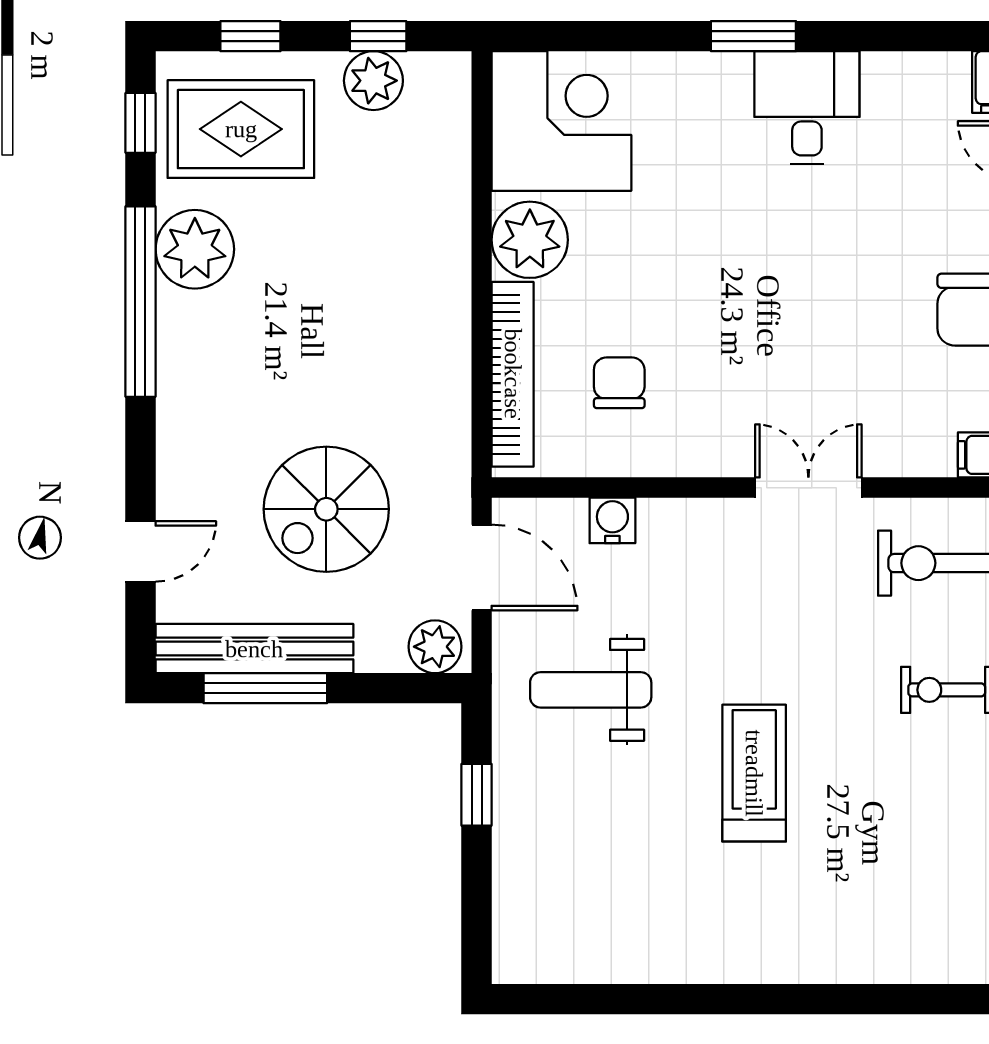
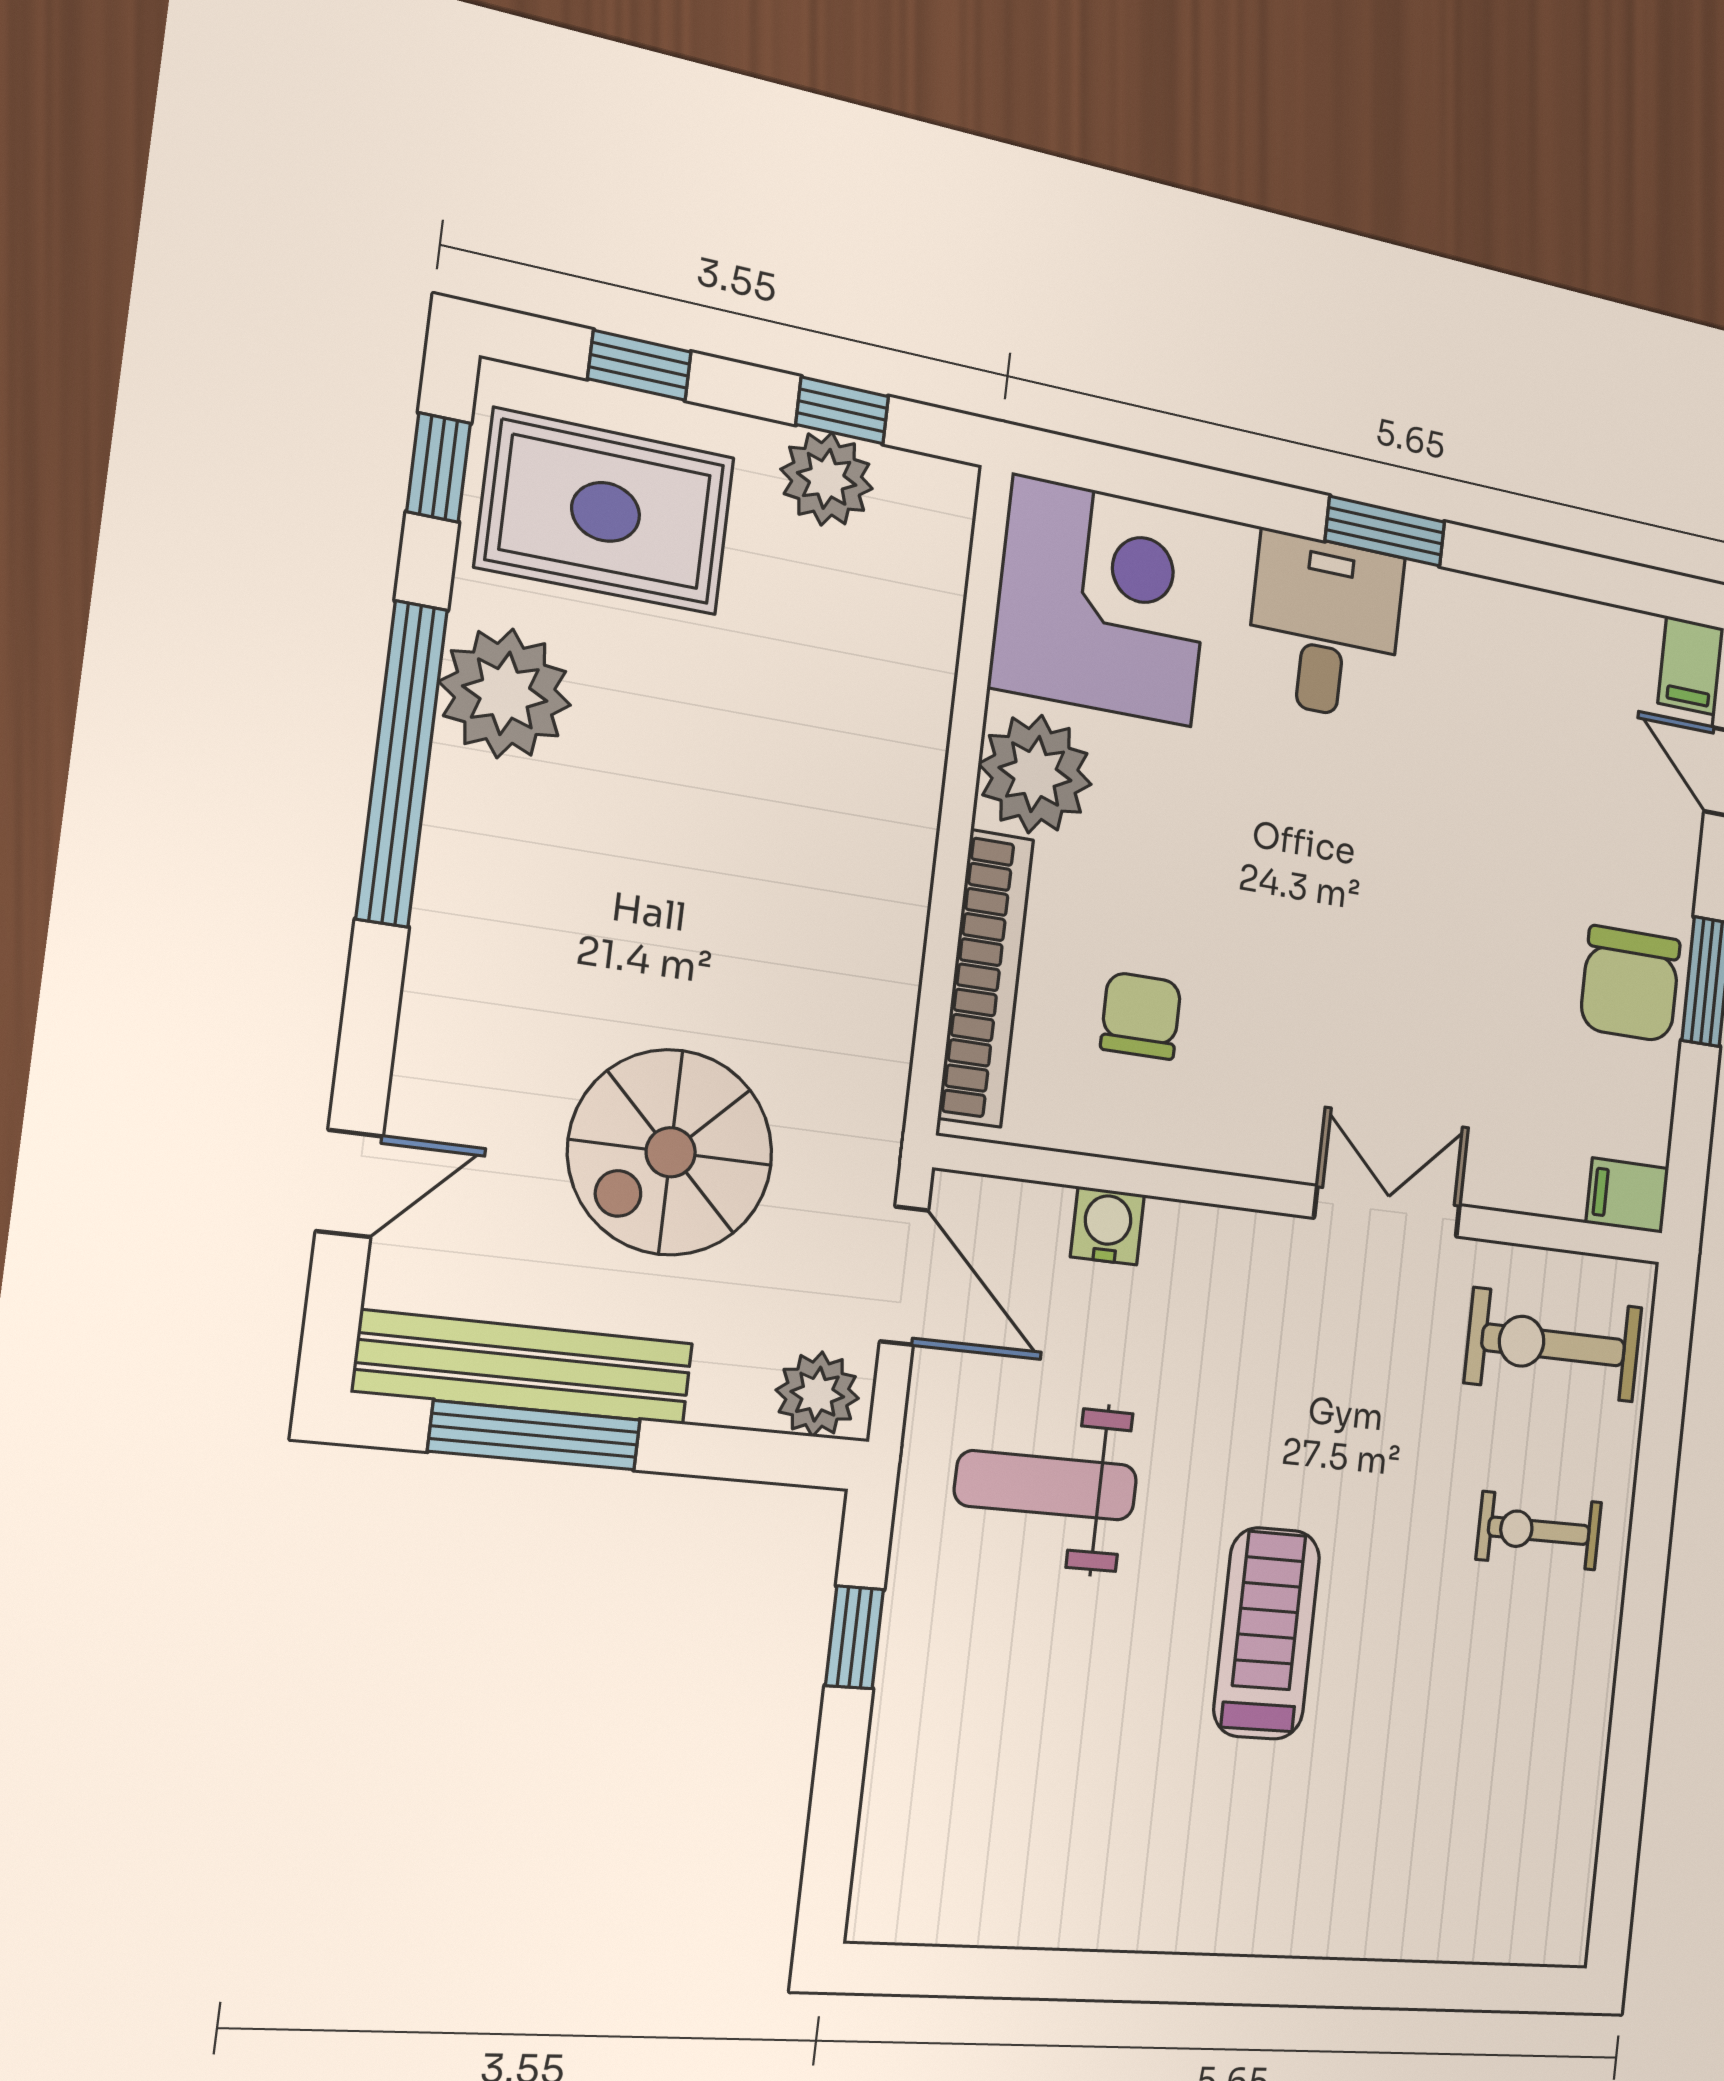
desk: (807, 108) -> (1325, 627), moved

